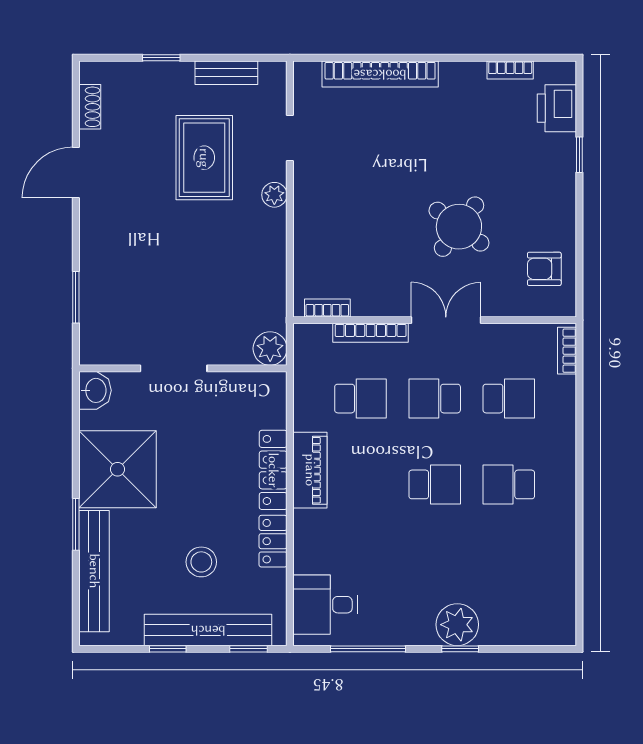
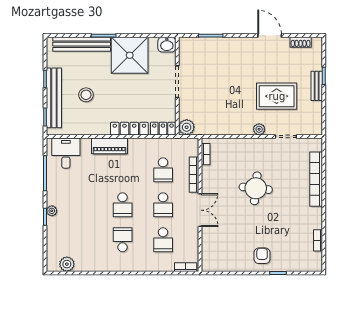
bench: (226, 73) -> (317, 86), moved
printer: (557, 108) -> (300, 262), removed
round table: (459, 227) -> (256, 188), moved, turned -31
armchair: (544, 269) -> (262, 256), moved
school desk: (435, 399) -> (163, 205), turned 180
piano: (310, 470) -> (109, 146), moved
locker: (273, 541) -> (163, 129), moved
plant: (560, 602) -> (67, 264), added
plant: (457, 625) -> (52, 211), width x0.53, depth x0.53

